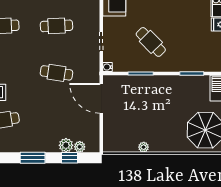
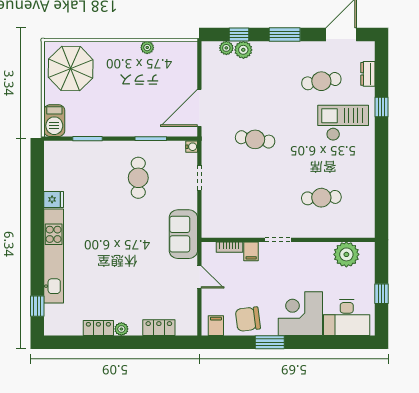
cafe table: (56, 26) -> (255, 198), removed
cafe table: (151, 42) -> (138, 178), turned 45
door: (101, 98) -> (199, 108), swing flipped

